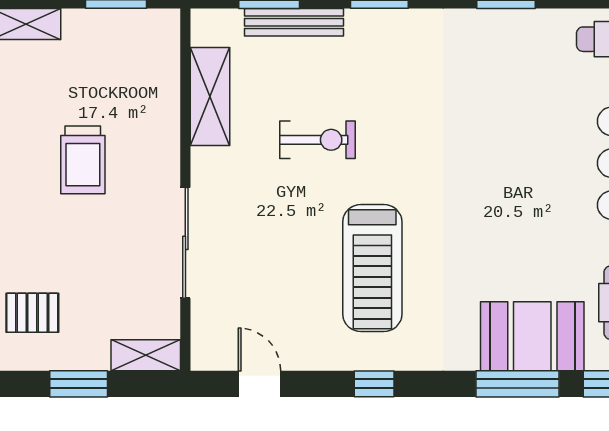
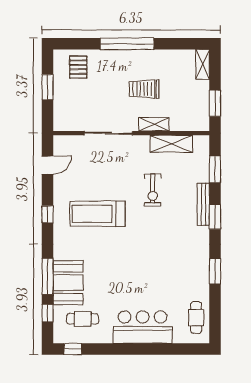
bench: (294, 22) -> (203, 204), moved
shelving: (146, 355) -> (154, 124), moved, turned 90

